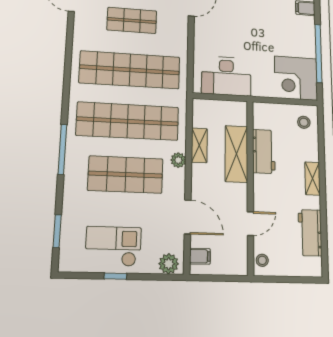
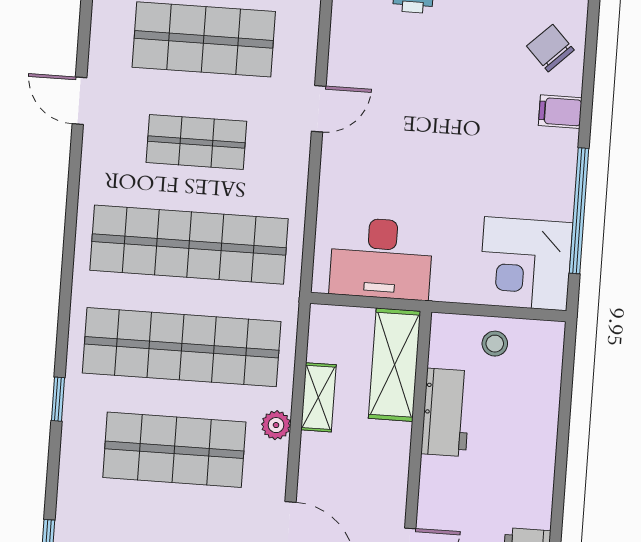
stool: (304, 122) -> (495, 344), moved
window: (62, 149) -> (58, 399), width x0.46
shelving: (236, 154) -> (395, 365), moved
shelving: (313, 179) -> (541, 469), removed

